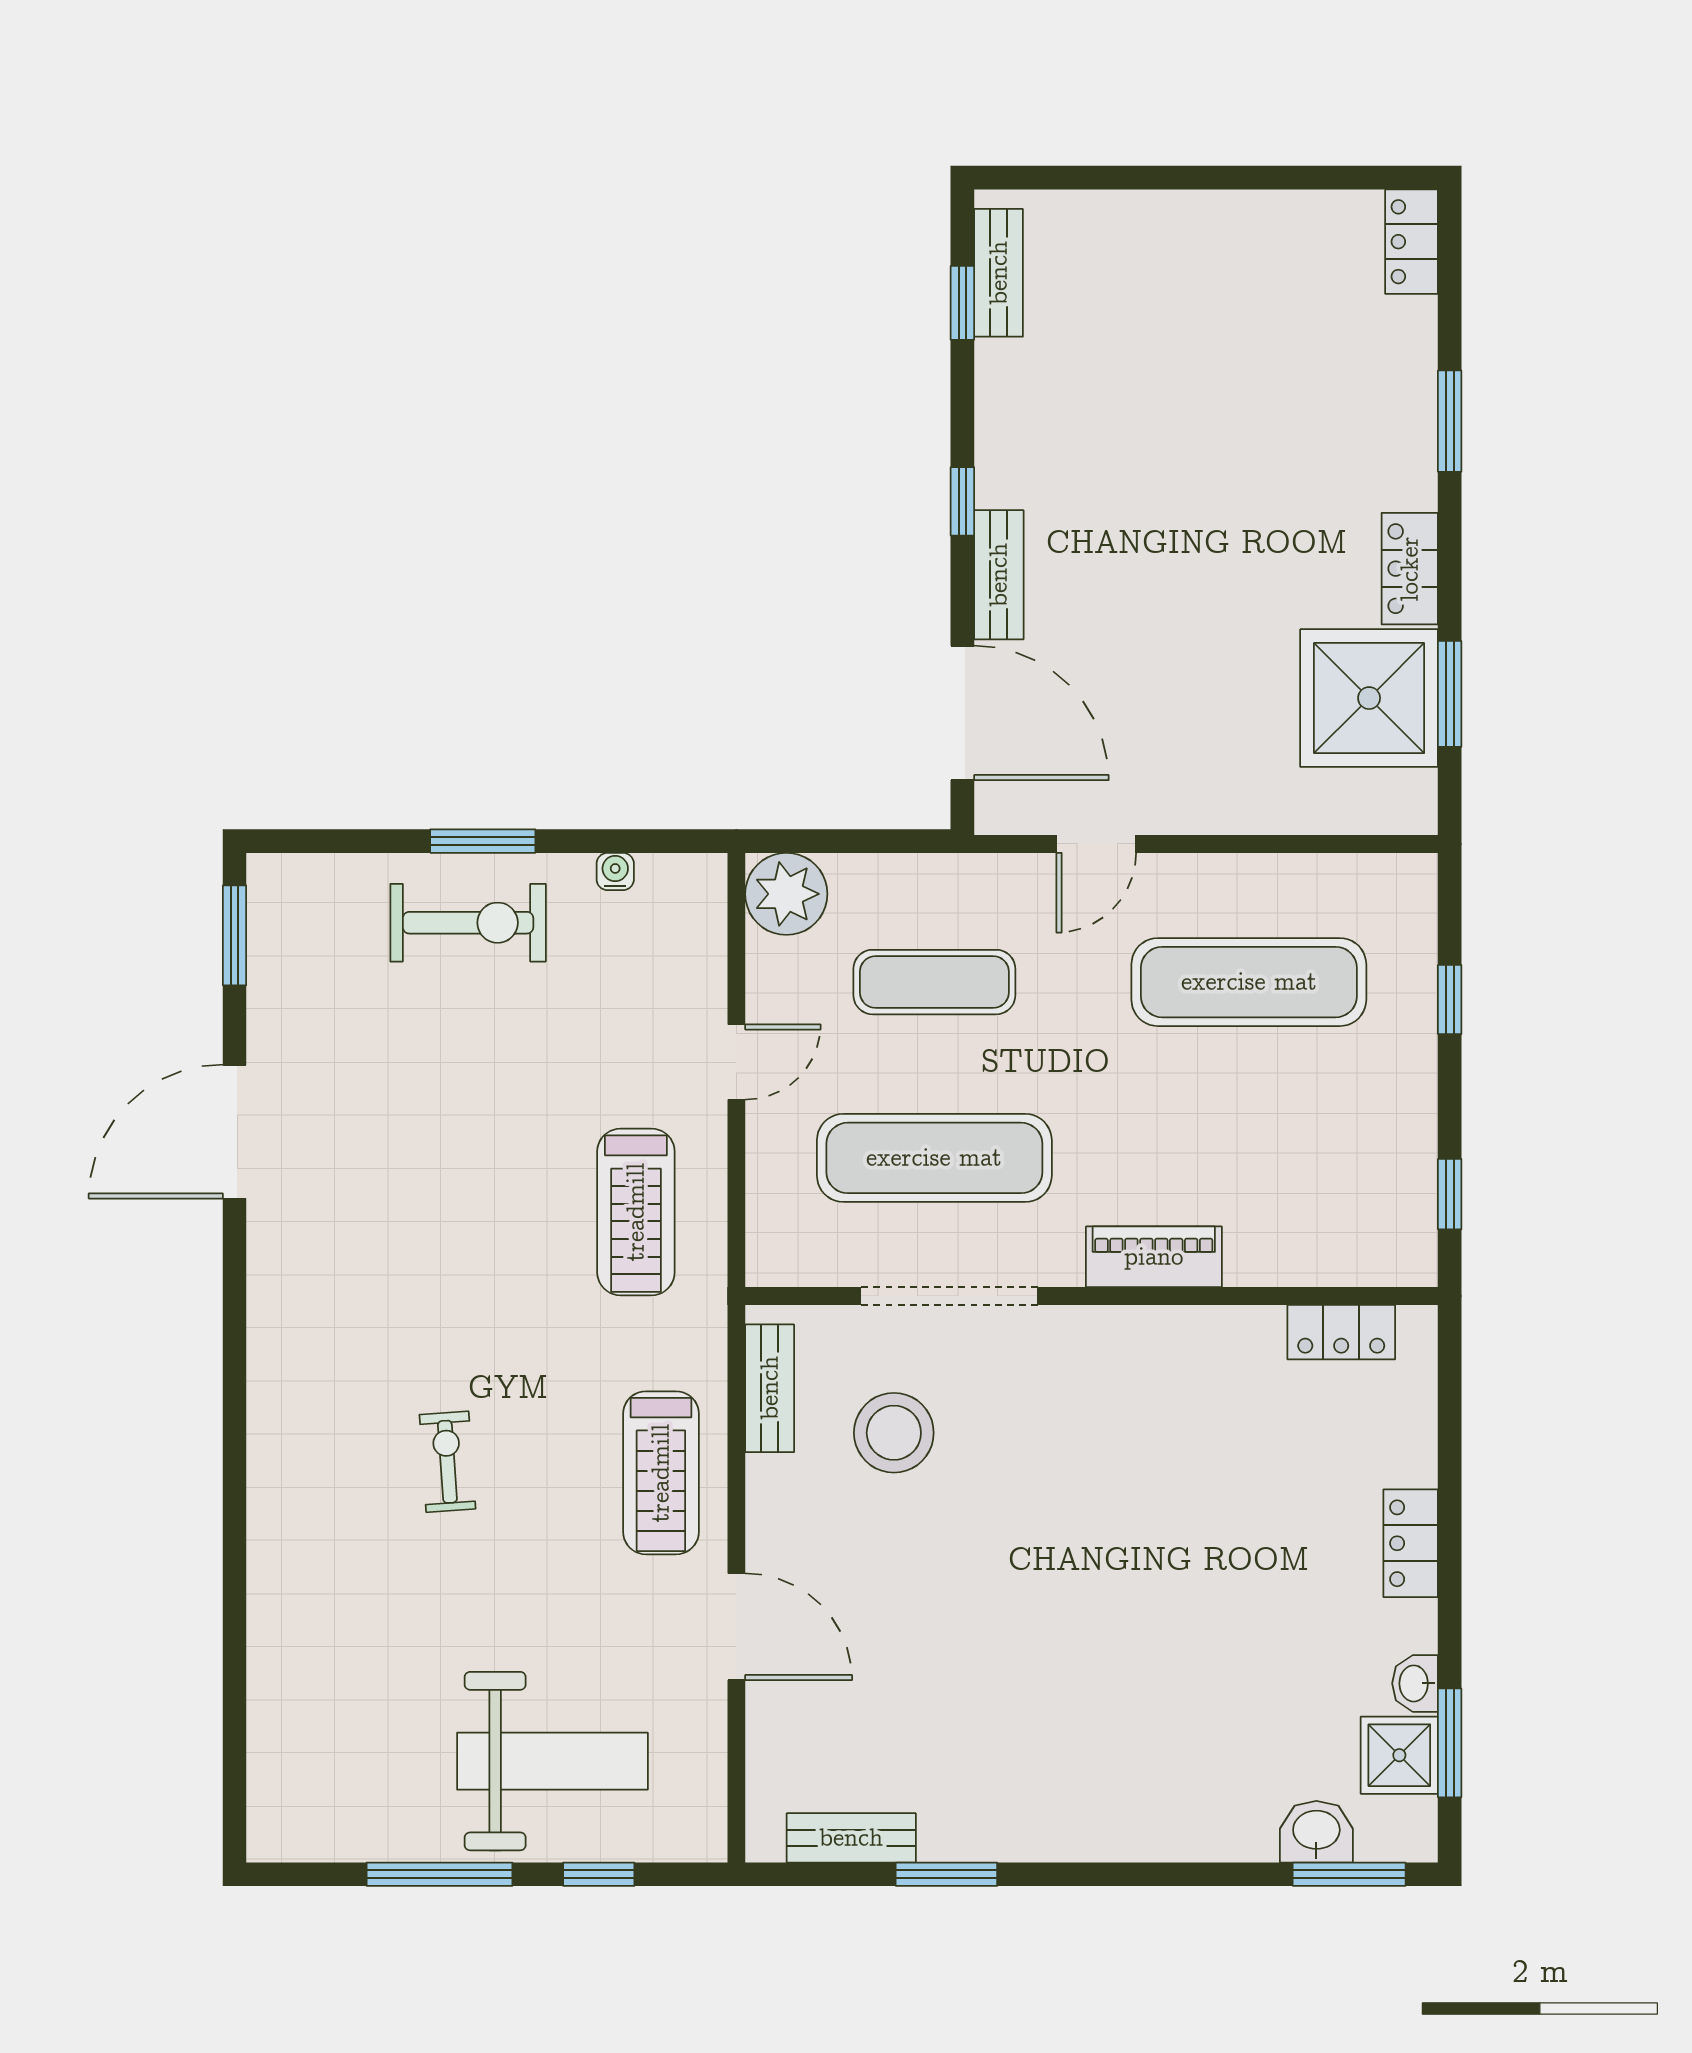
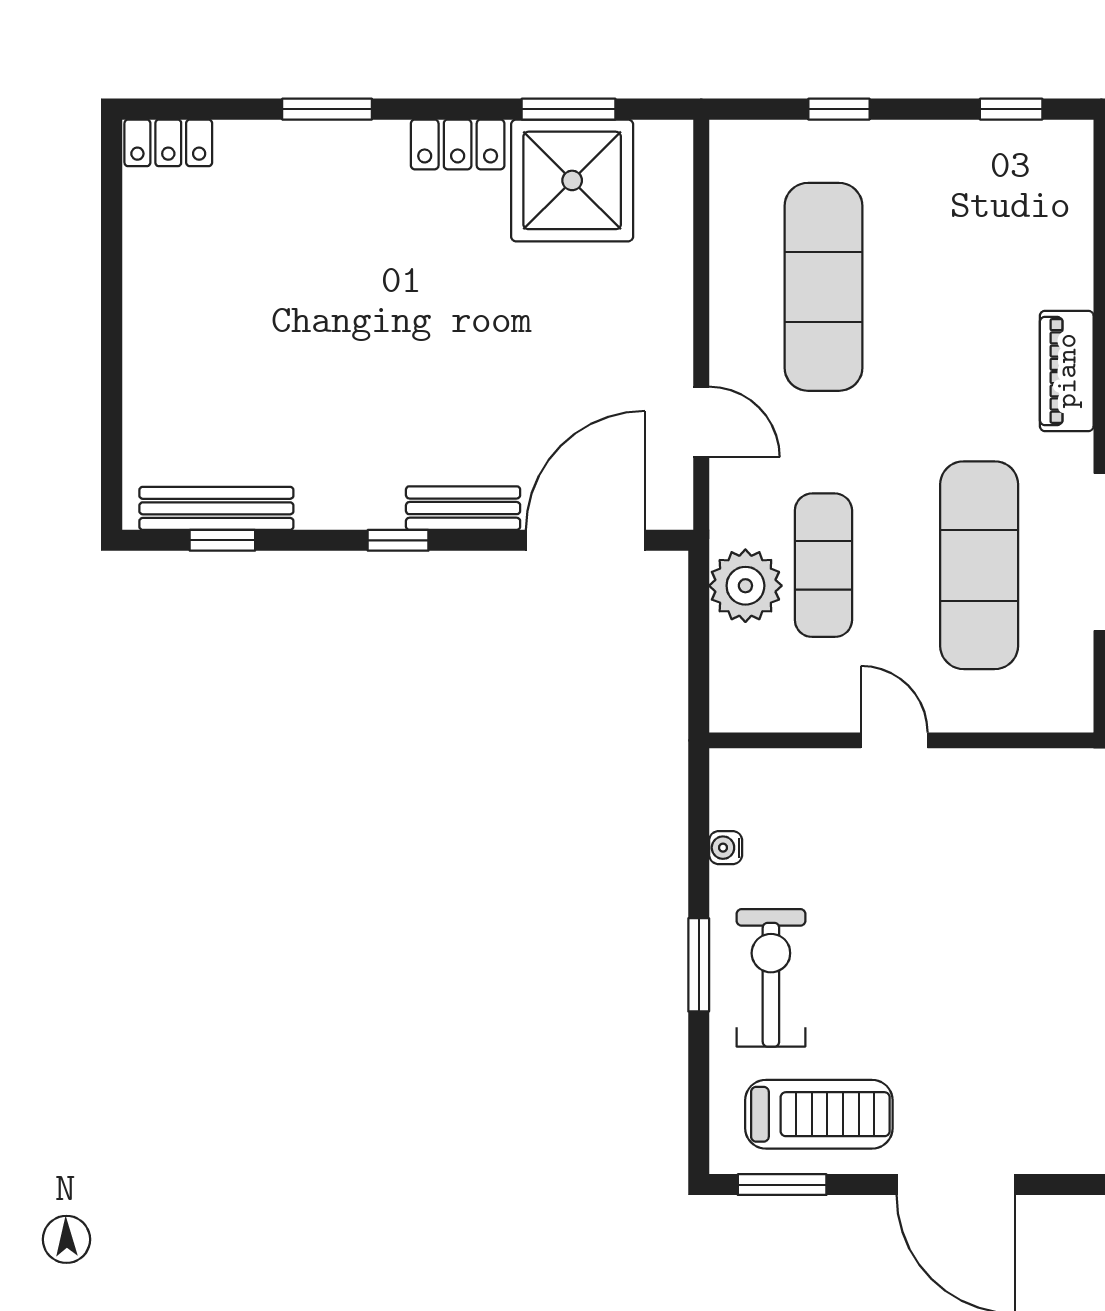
bench: (999, 273) -> (216, 508), width x1.36
plant: (786, 894) -> (745, 586), moved
treadmill: (636, 1212) -> (819, 1114), moved

